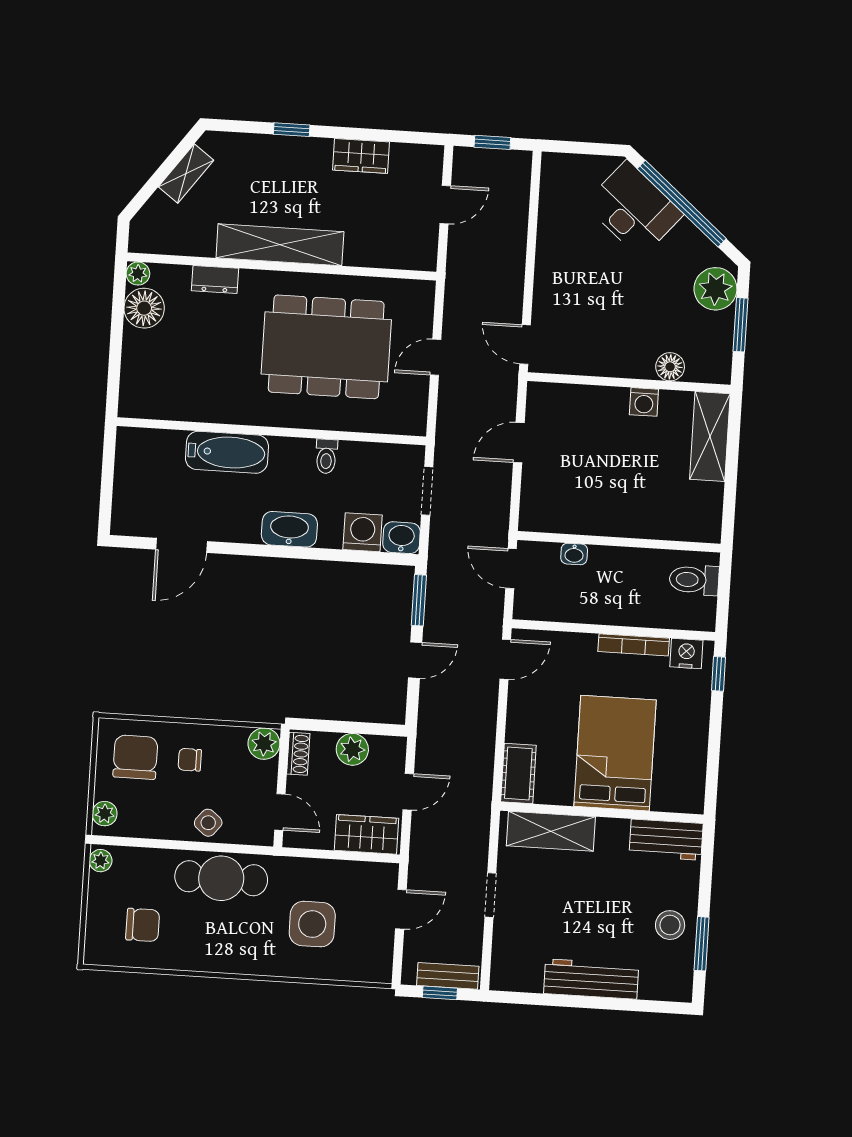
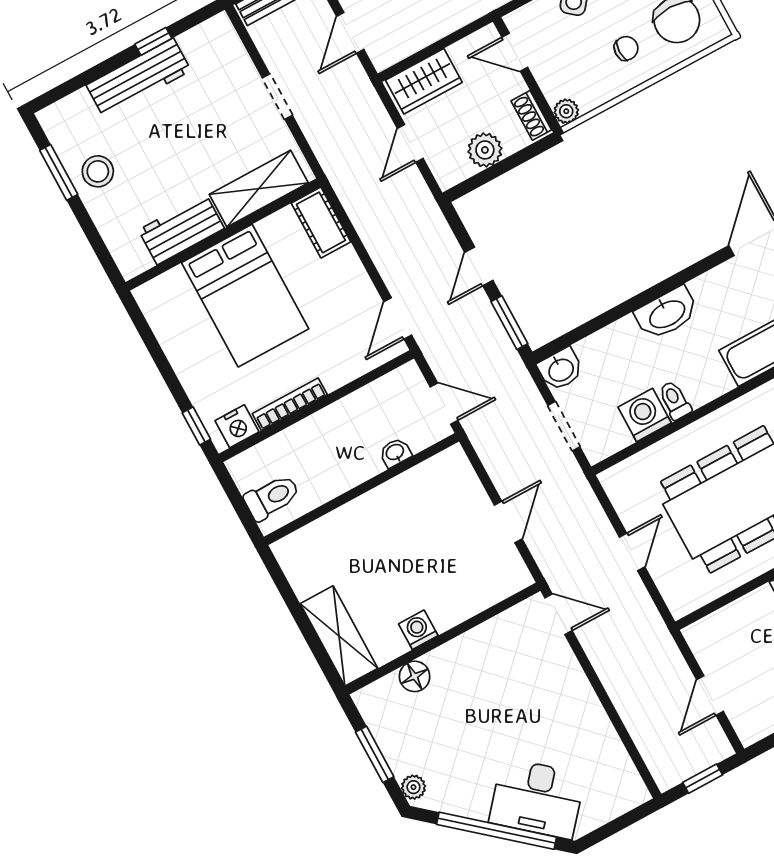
plant: (715, 289) -> (413, 787), width x0.53, depth x0.53
washing machine: (363, 532) -> (645, 415), moved, turned 180
plant: (264, 744) -> (566, 111), width x0.73, depth x0.73
workbench: (666, 840) -> (181, 229), moved
window: (561, 1001) -> (153, 41), added

